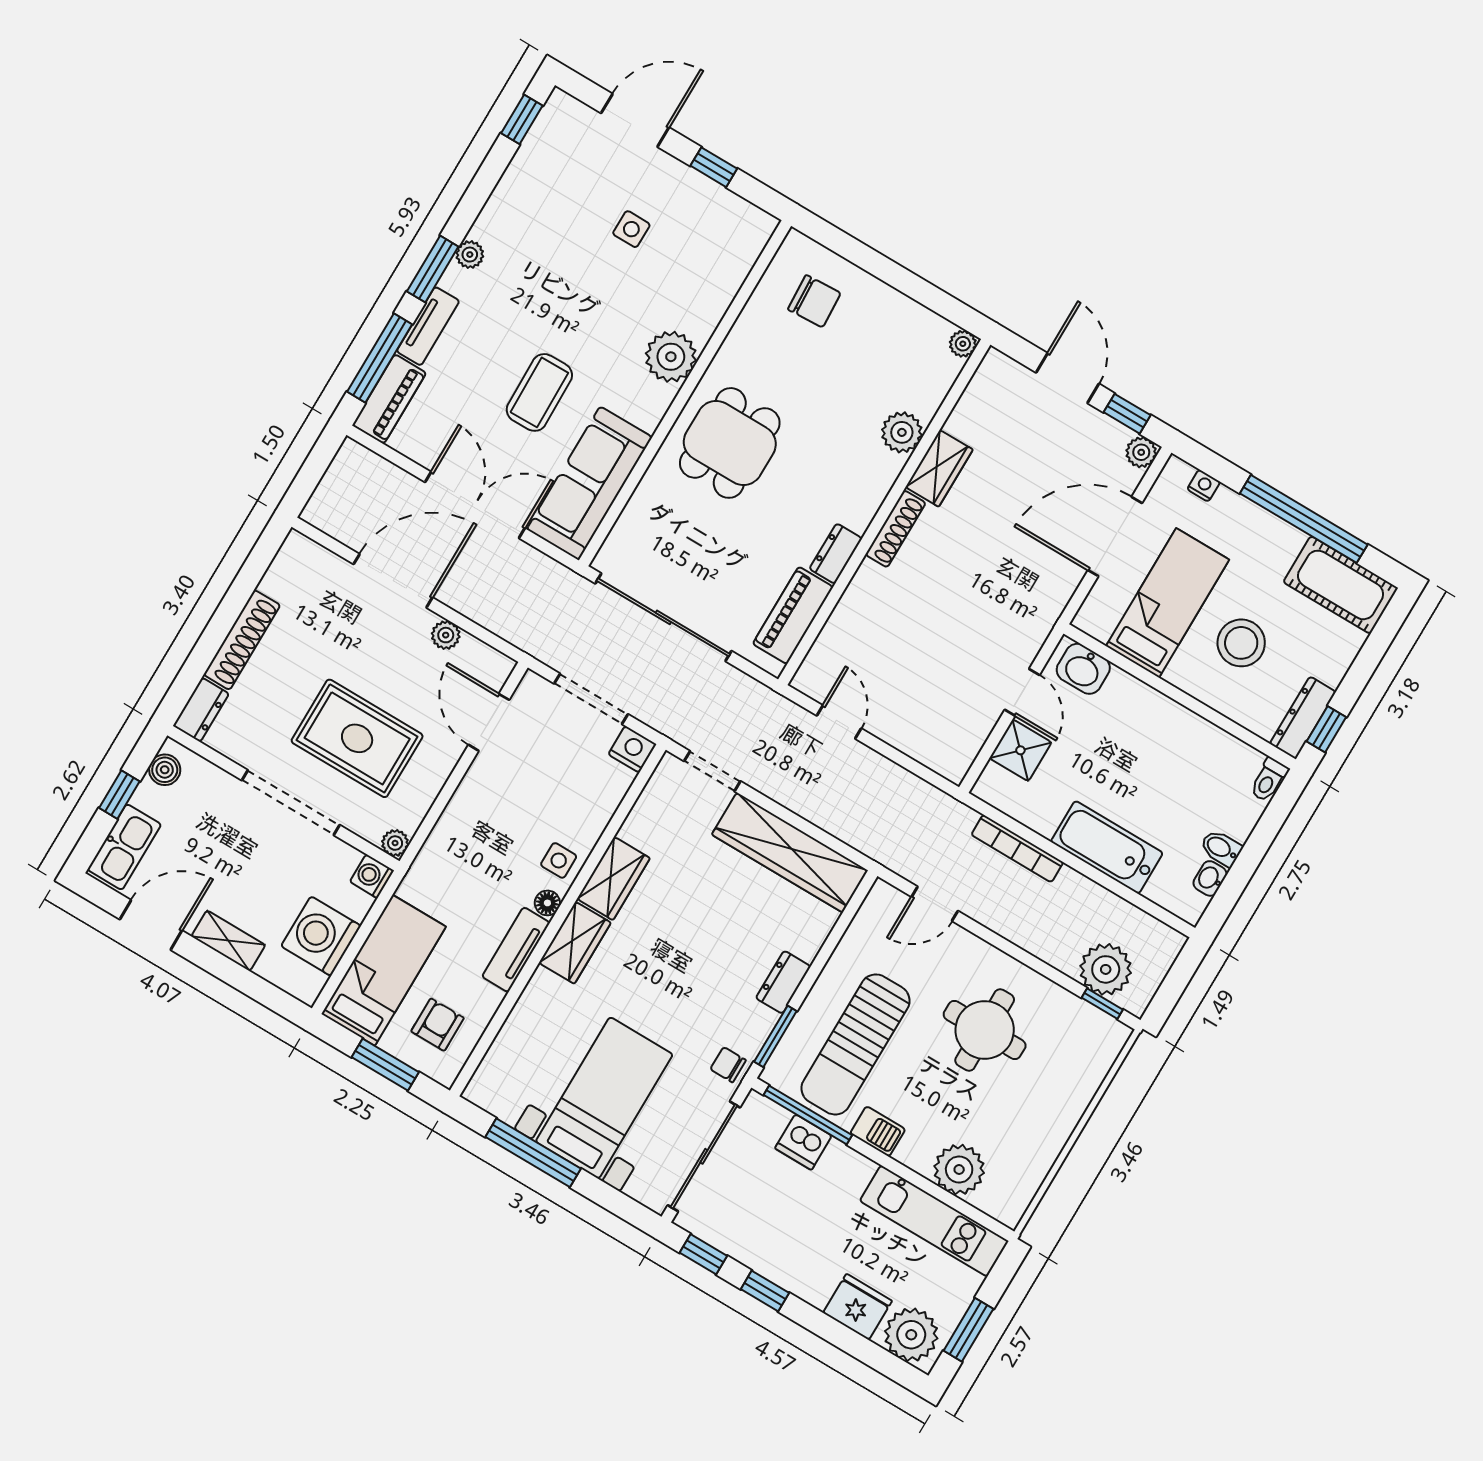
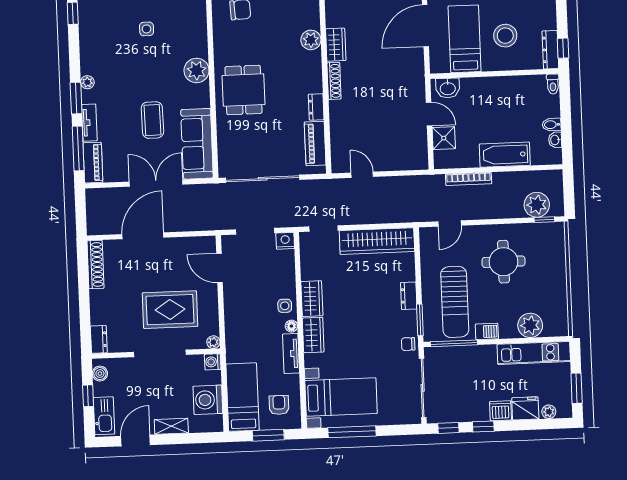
plant: (446, 635) -> (179, 244), removed
shoe rack: (242, 640) -> (95, 265), moved
bed with nightstands: (604, 1098) -> (341, 397), moved, turned 90
dishwasher: (803, 1142) -> (500, 411), moved, turned 180
plant: (911, 1335) -> (549, 412), width x0.53, depth x0.53

